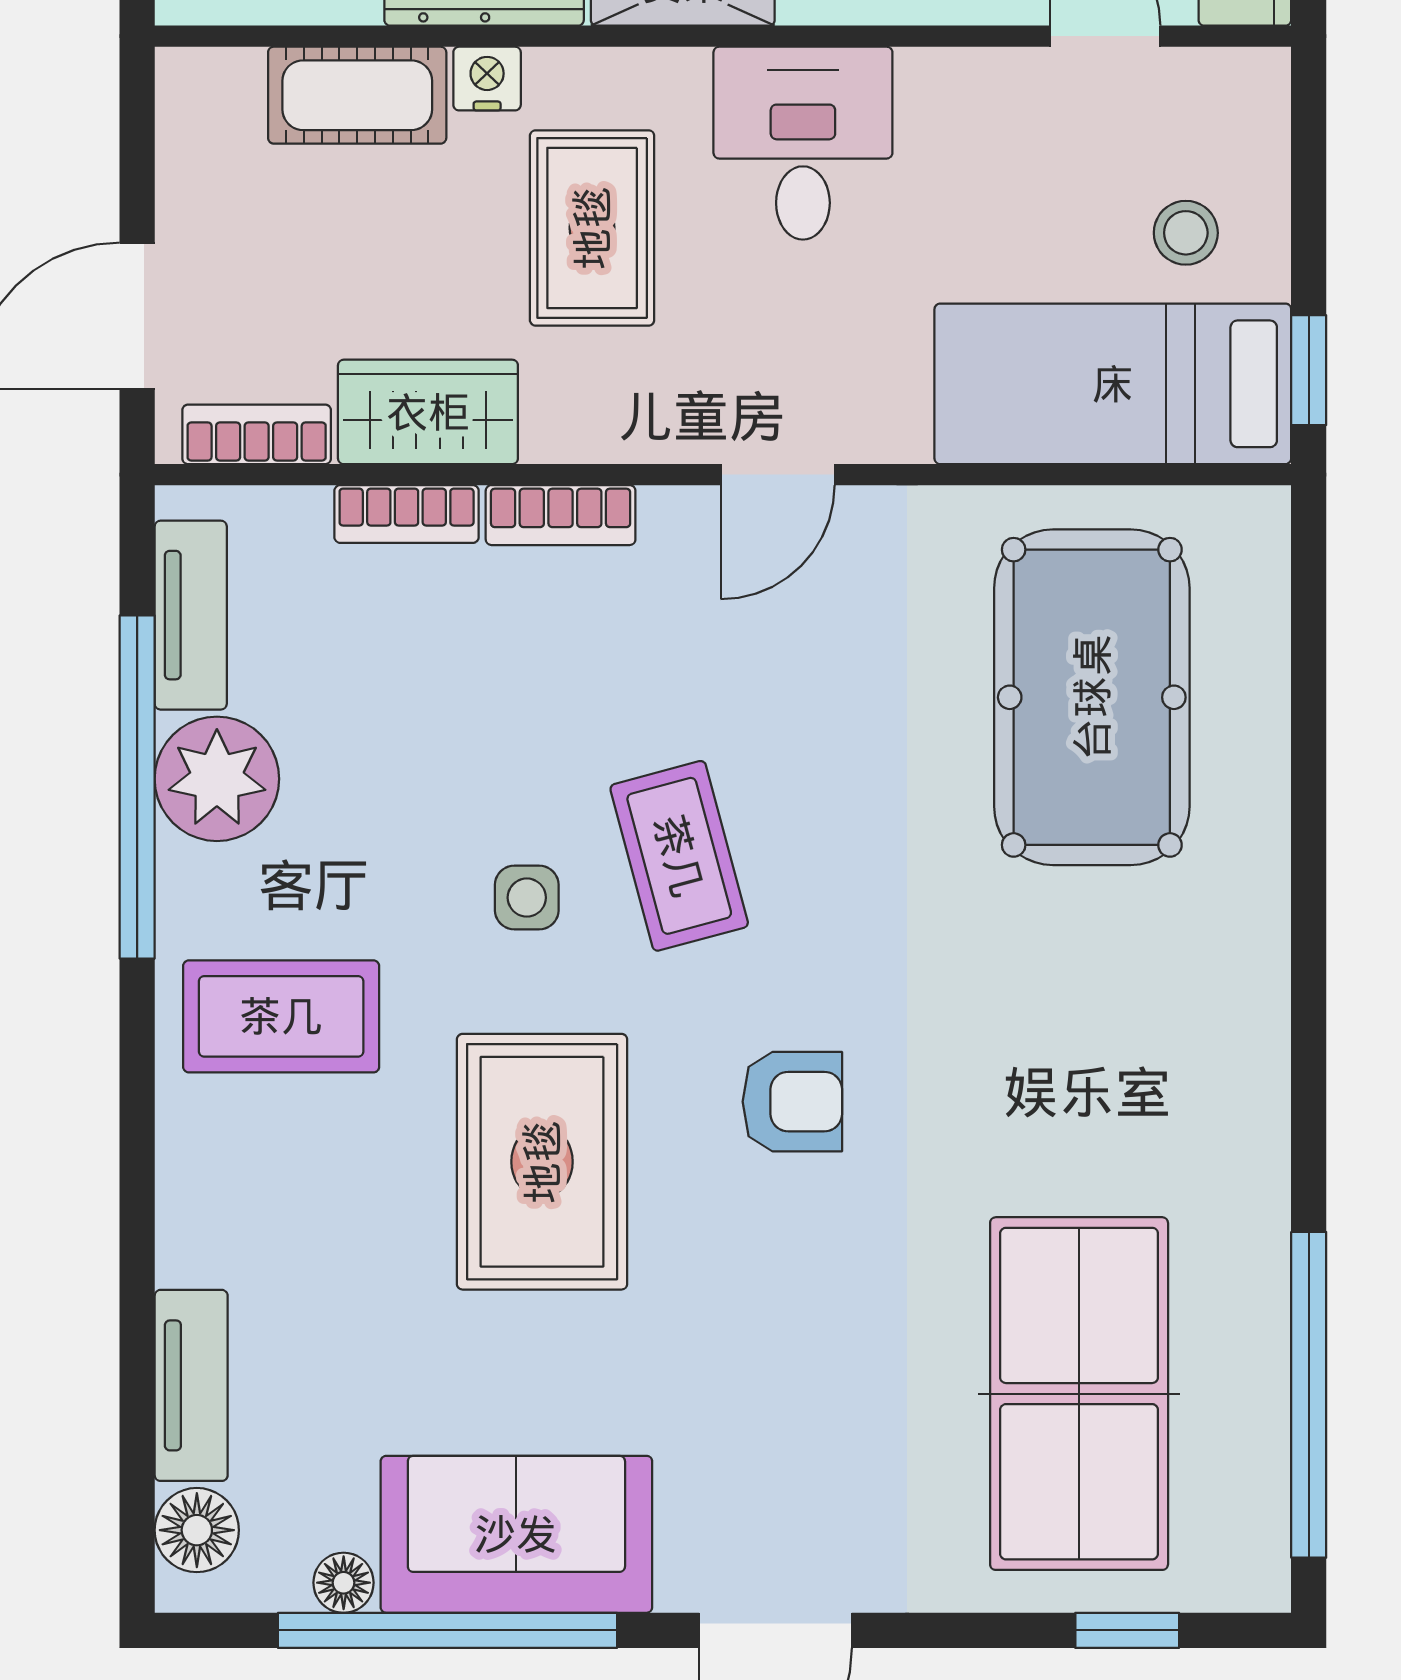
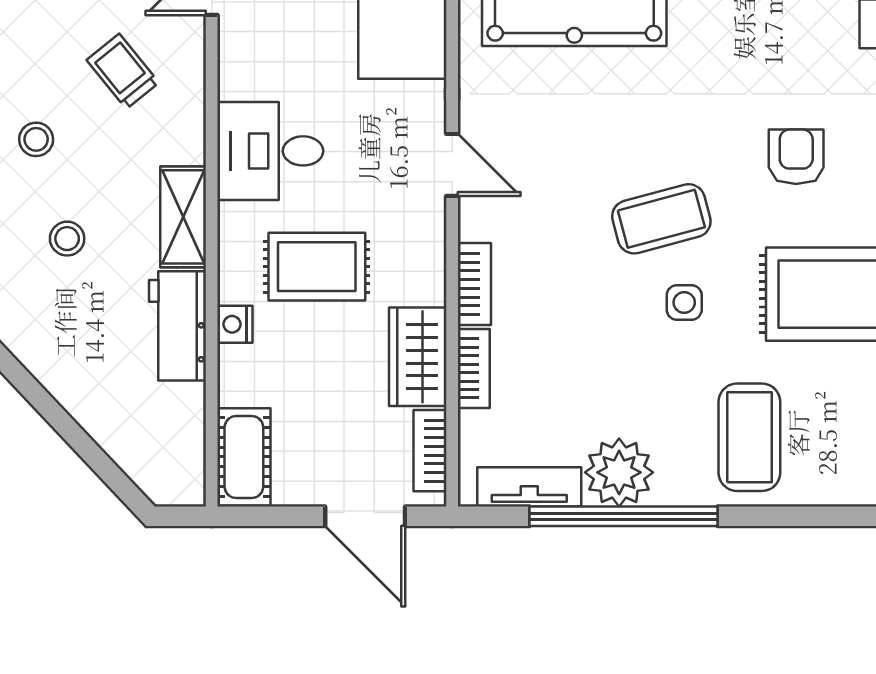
cot: (357, 95) -> (244, 457), moved

